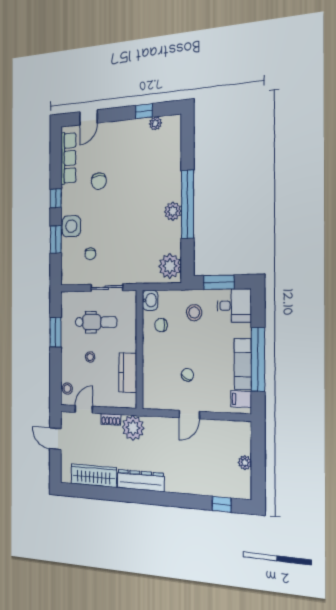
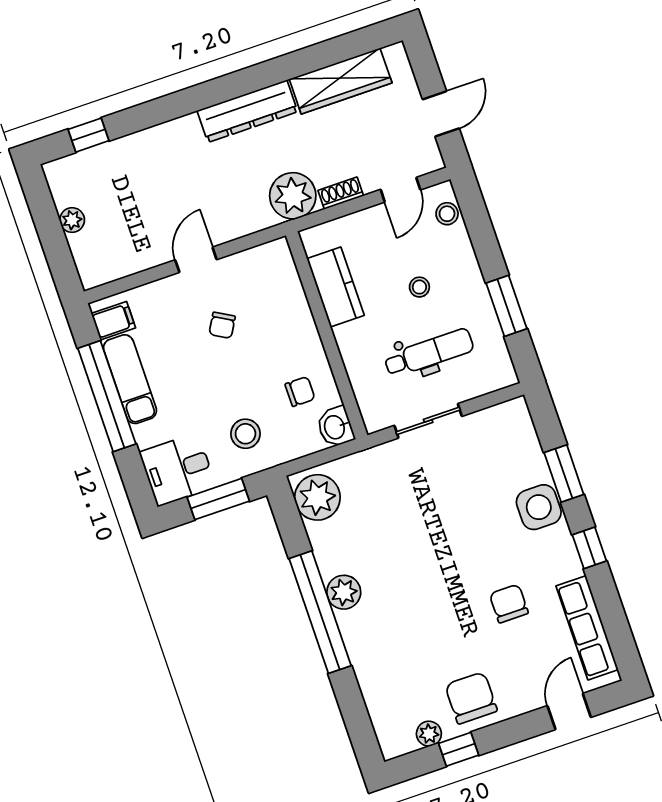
chair: (90, 254) -> (471, 698), moved, width x1.87, depth x1.87
dental chair: (96, 322) -> (429, 353), turned 180
door: (55, 439) -> (441, 114), hinge flipped

